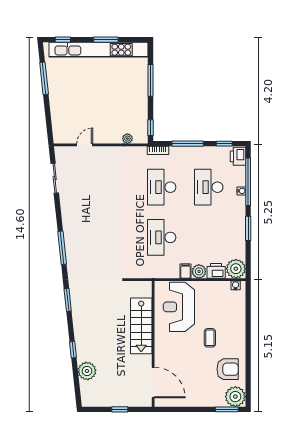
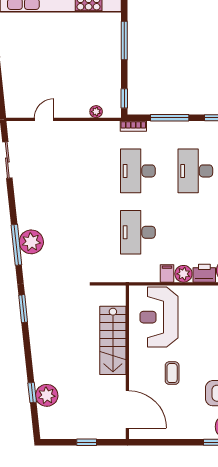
plant: (74, 245) -> (31, 242), added
coffee table: (210, 338) -> (172, 373), moved
window: (73, 350) -> (32, 393), moved

